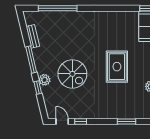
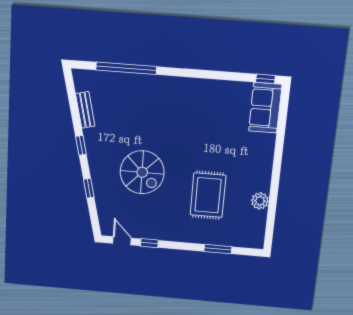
window: (31, 59) -> (81, 145), width x0.46
rug: (117, 67) -> (208, 195), moved
plant: (45, 80) -> (100, 178), removed

